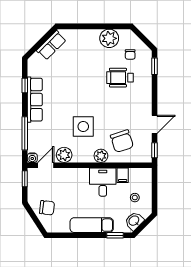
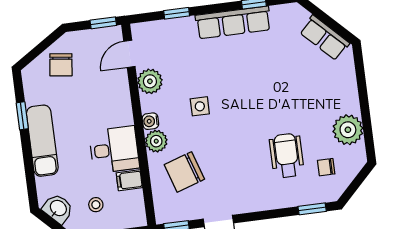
side table: (83, 127) -> (200, 106), width x0.54, depth x0.54
window: (25, 133) -> (177, 13), width x0.46
water cooler: (32, 158) -> (150, 121), moved
door: (46, 165) -> (129, 54), swing flipped
window: (115, 235) -> (22, 116), moved

